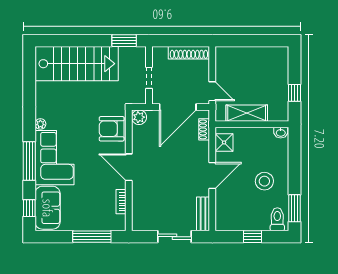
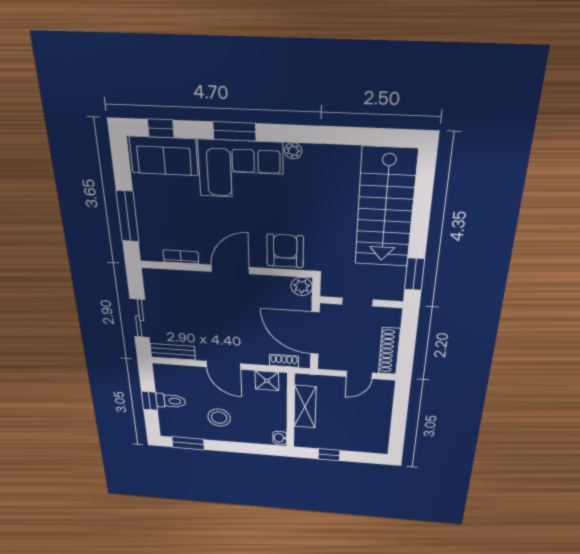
door: (212, 91) -> (359, 375), moved
window: (29, 161) -> (234, 131), width x0.69
toilet: (277, 219) -> (171, 401), moved

